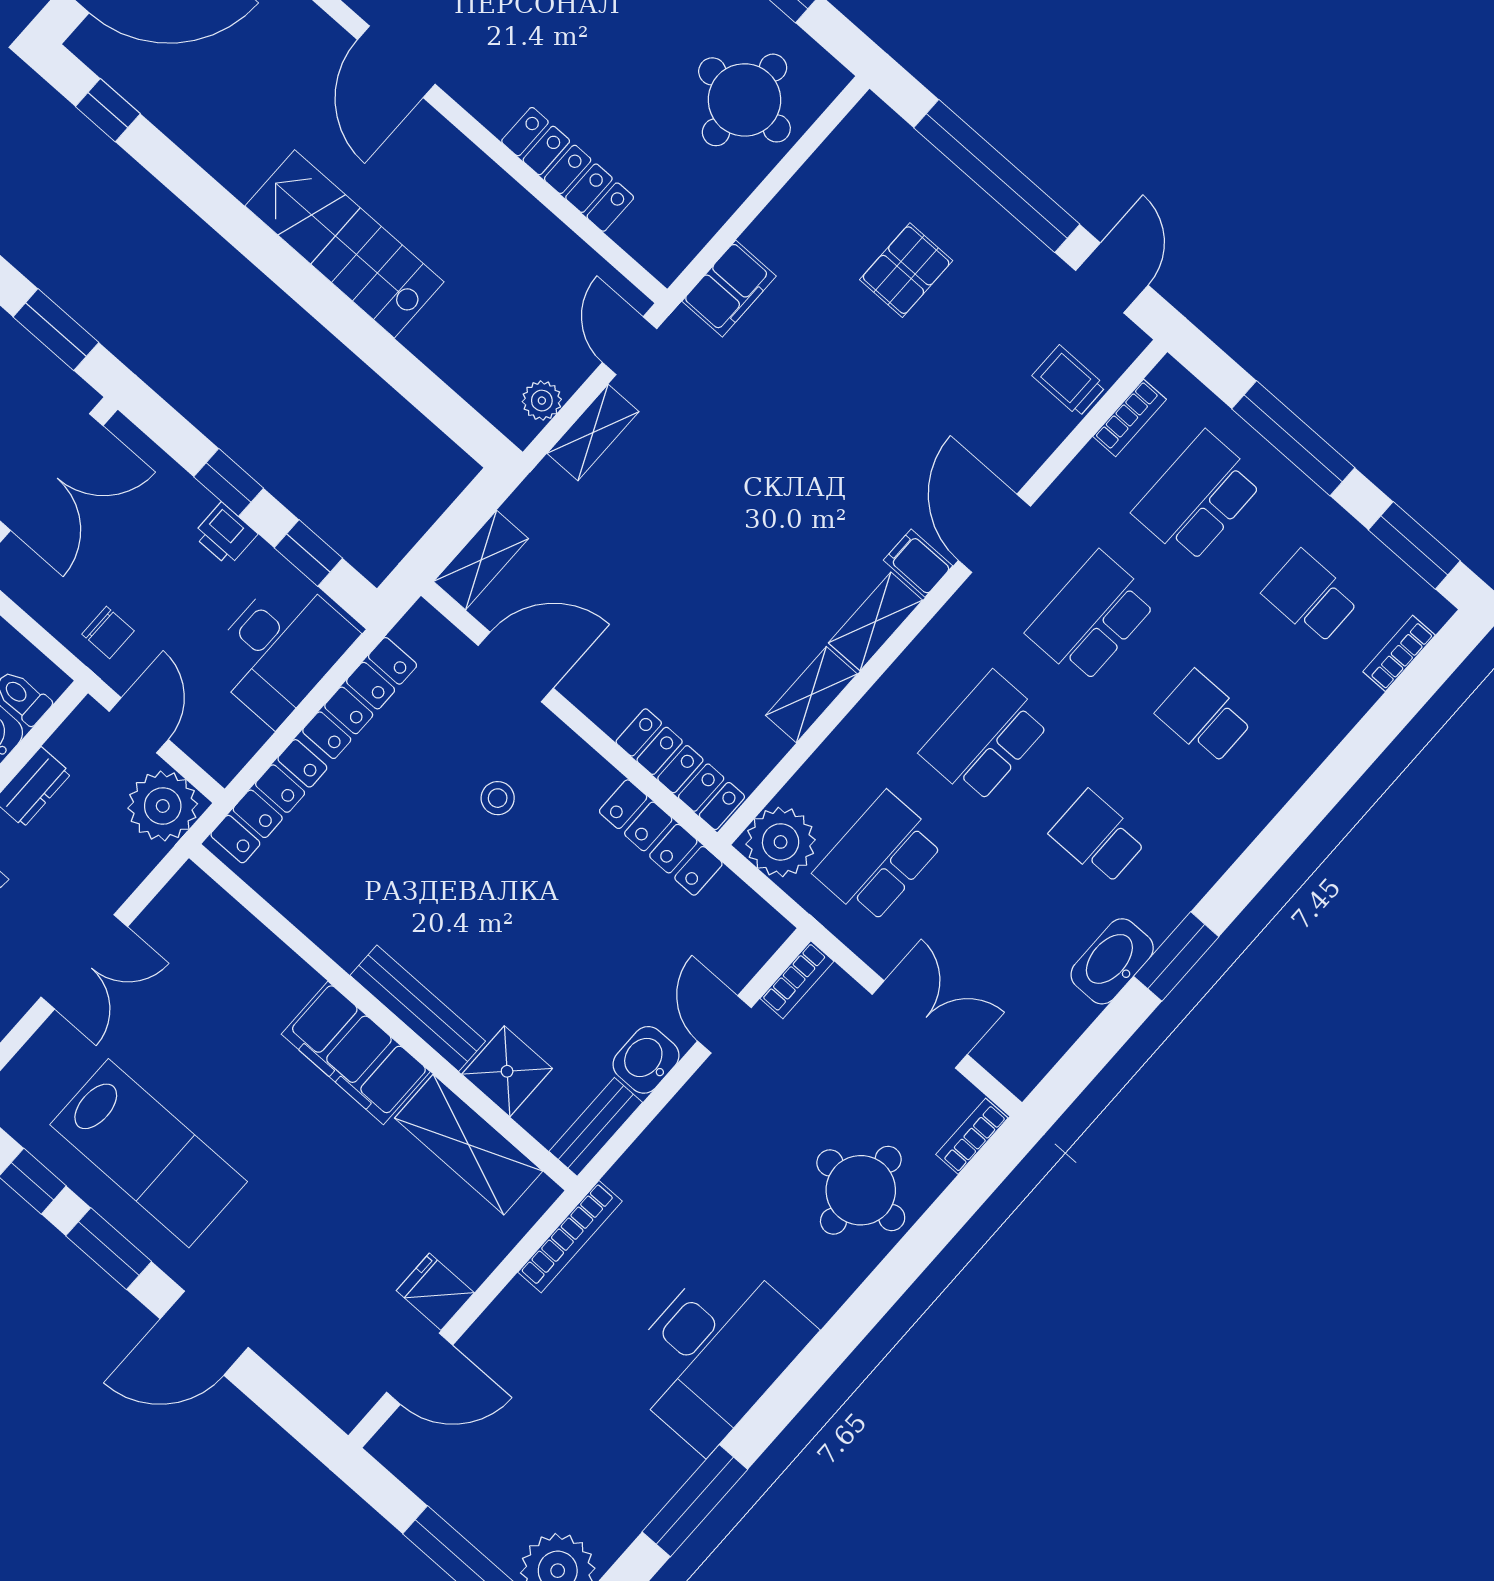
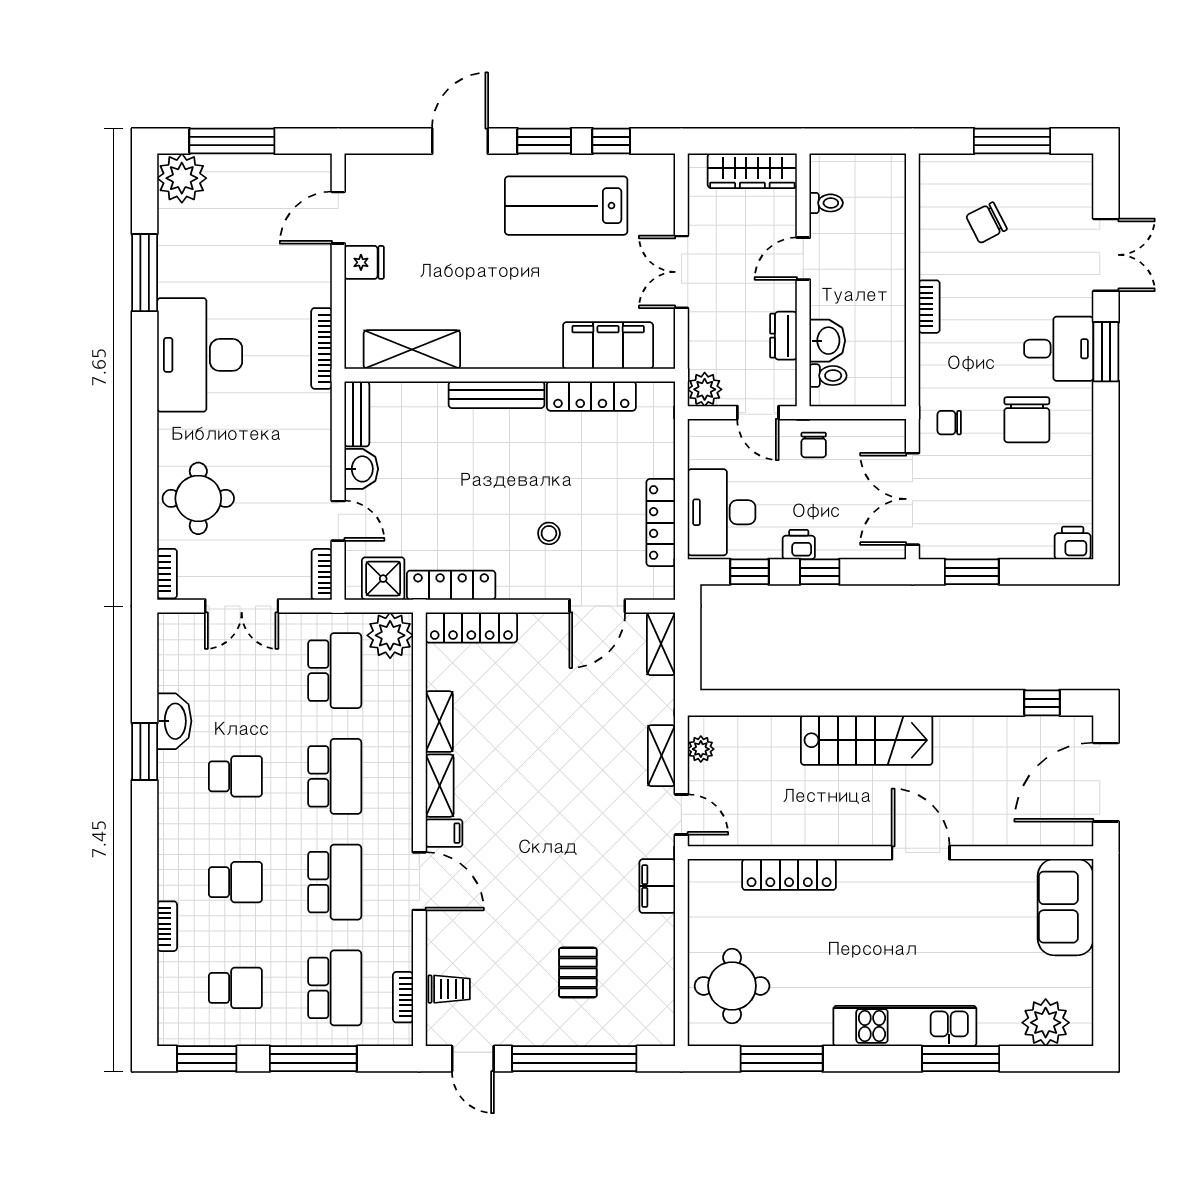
chair: (108, 632) -> (814, 445), turned -90
bookcase: (1399, 653) -> (167, 926), moved
locker: (269, 801) -> (591, 396), moved, turned -90
plant: (163, 806) -> (705, 389), width x0.73, depth x0.73
filing cabinet: (356, 1053) -> (608, 346), moved
shower: (507, 1071) -> (383, 579), moved

